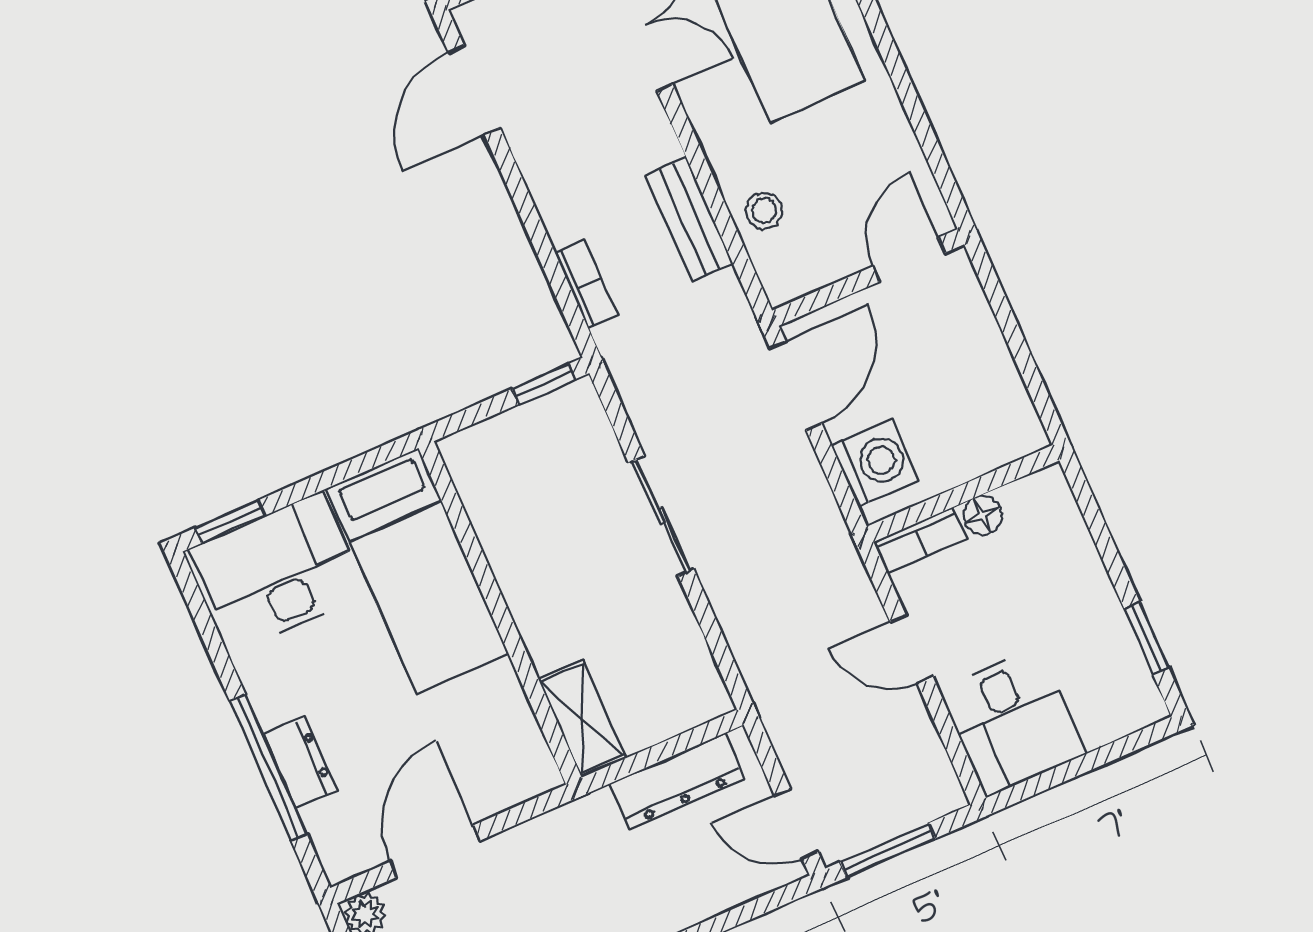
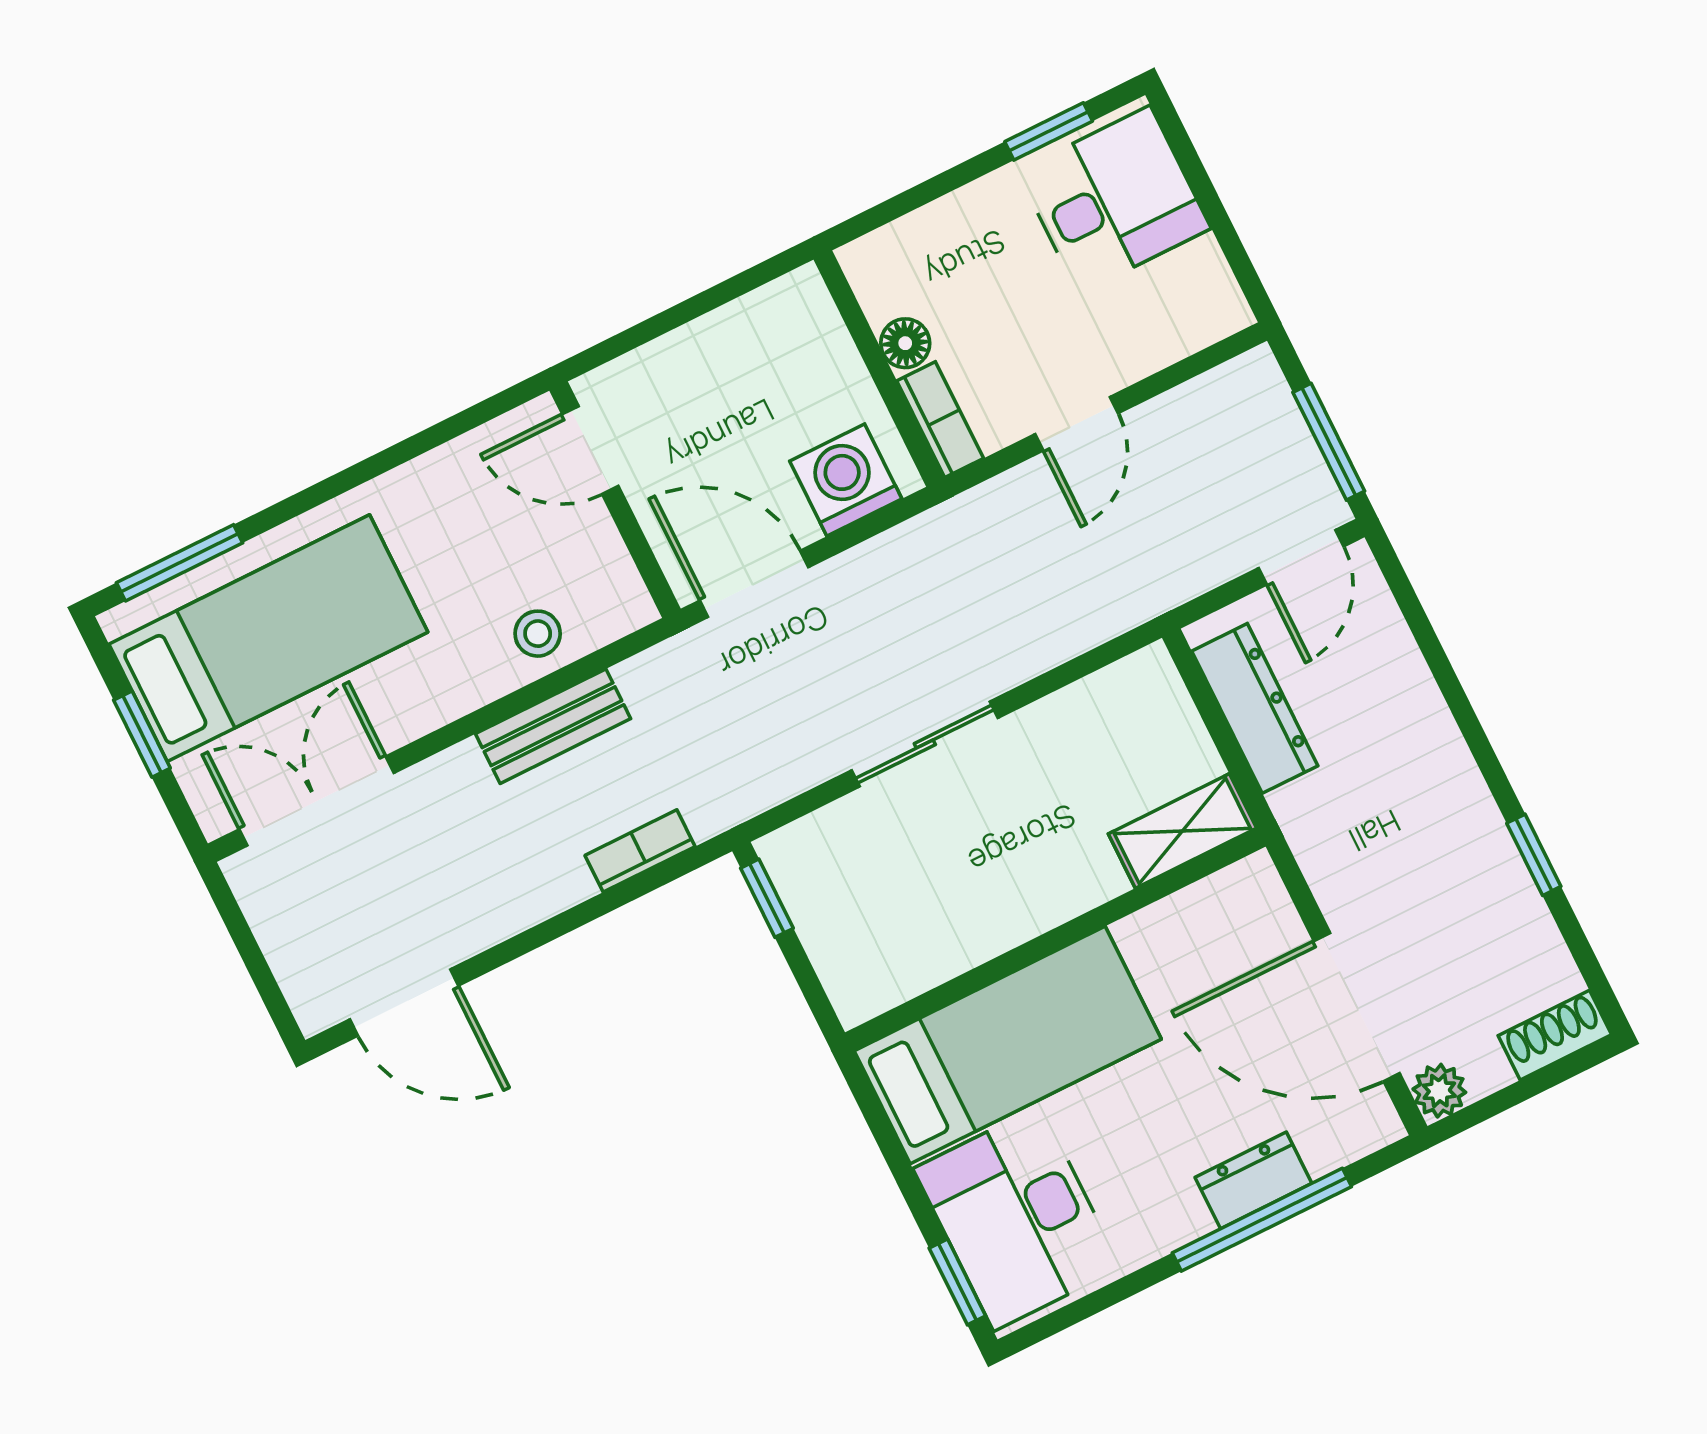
desk: (1012, 721) -> (1114, 200), moved
door: (435, 851) -> (1357, 1007), width x1.36

